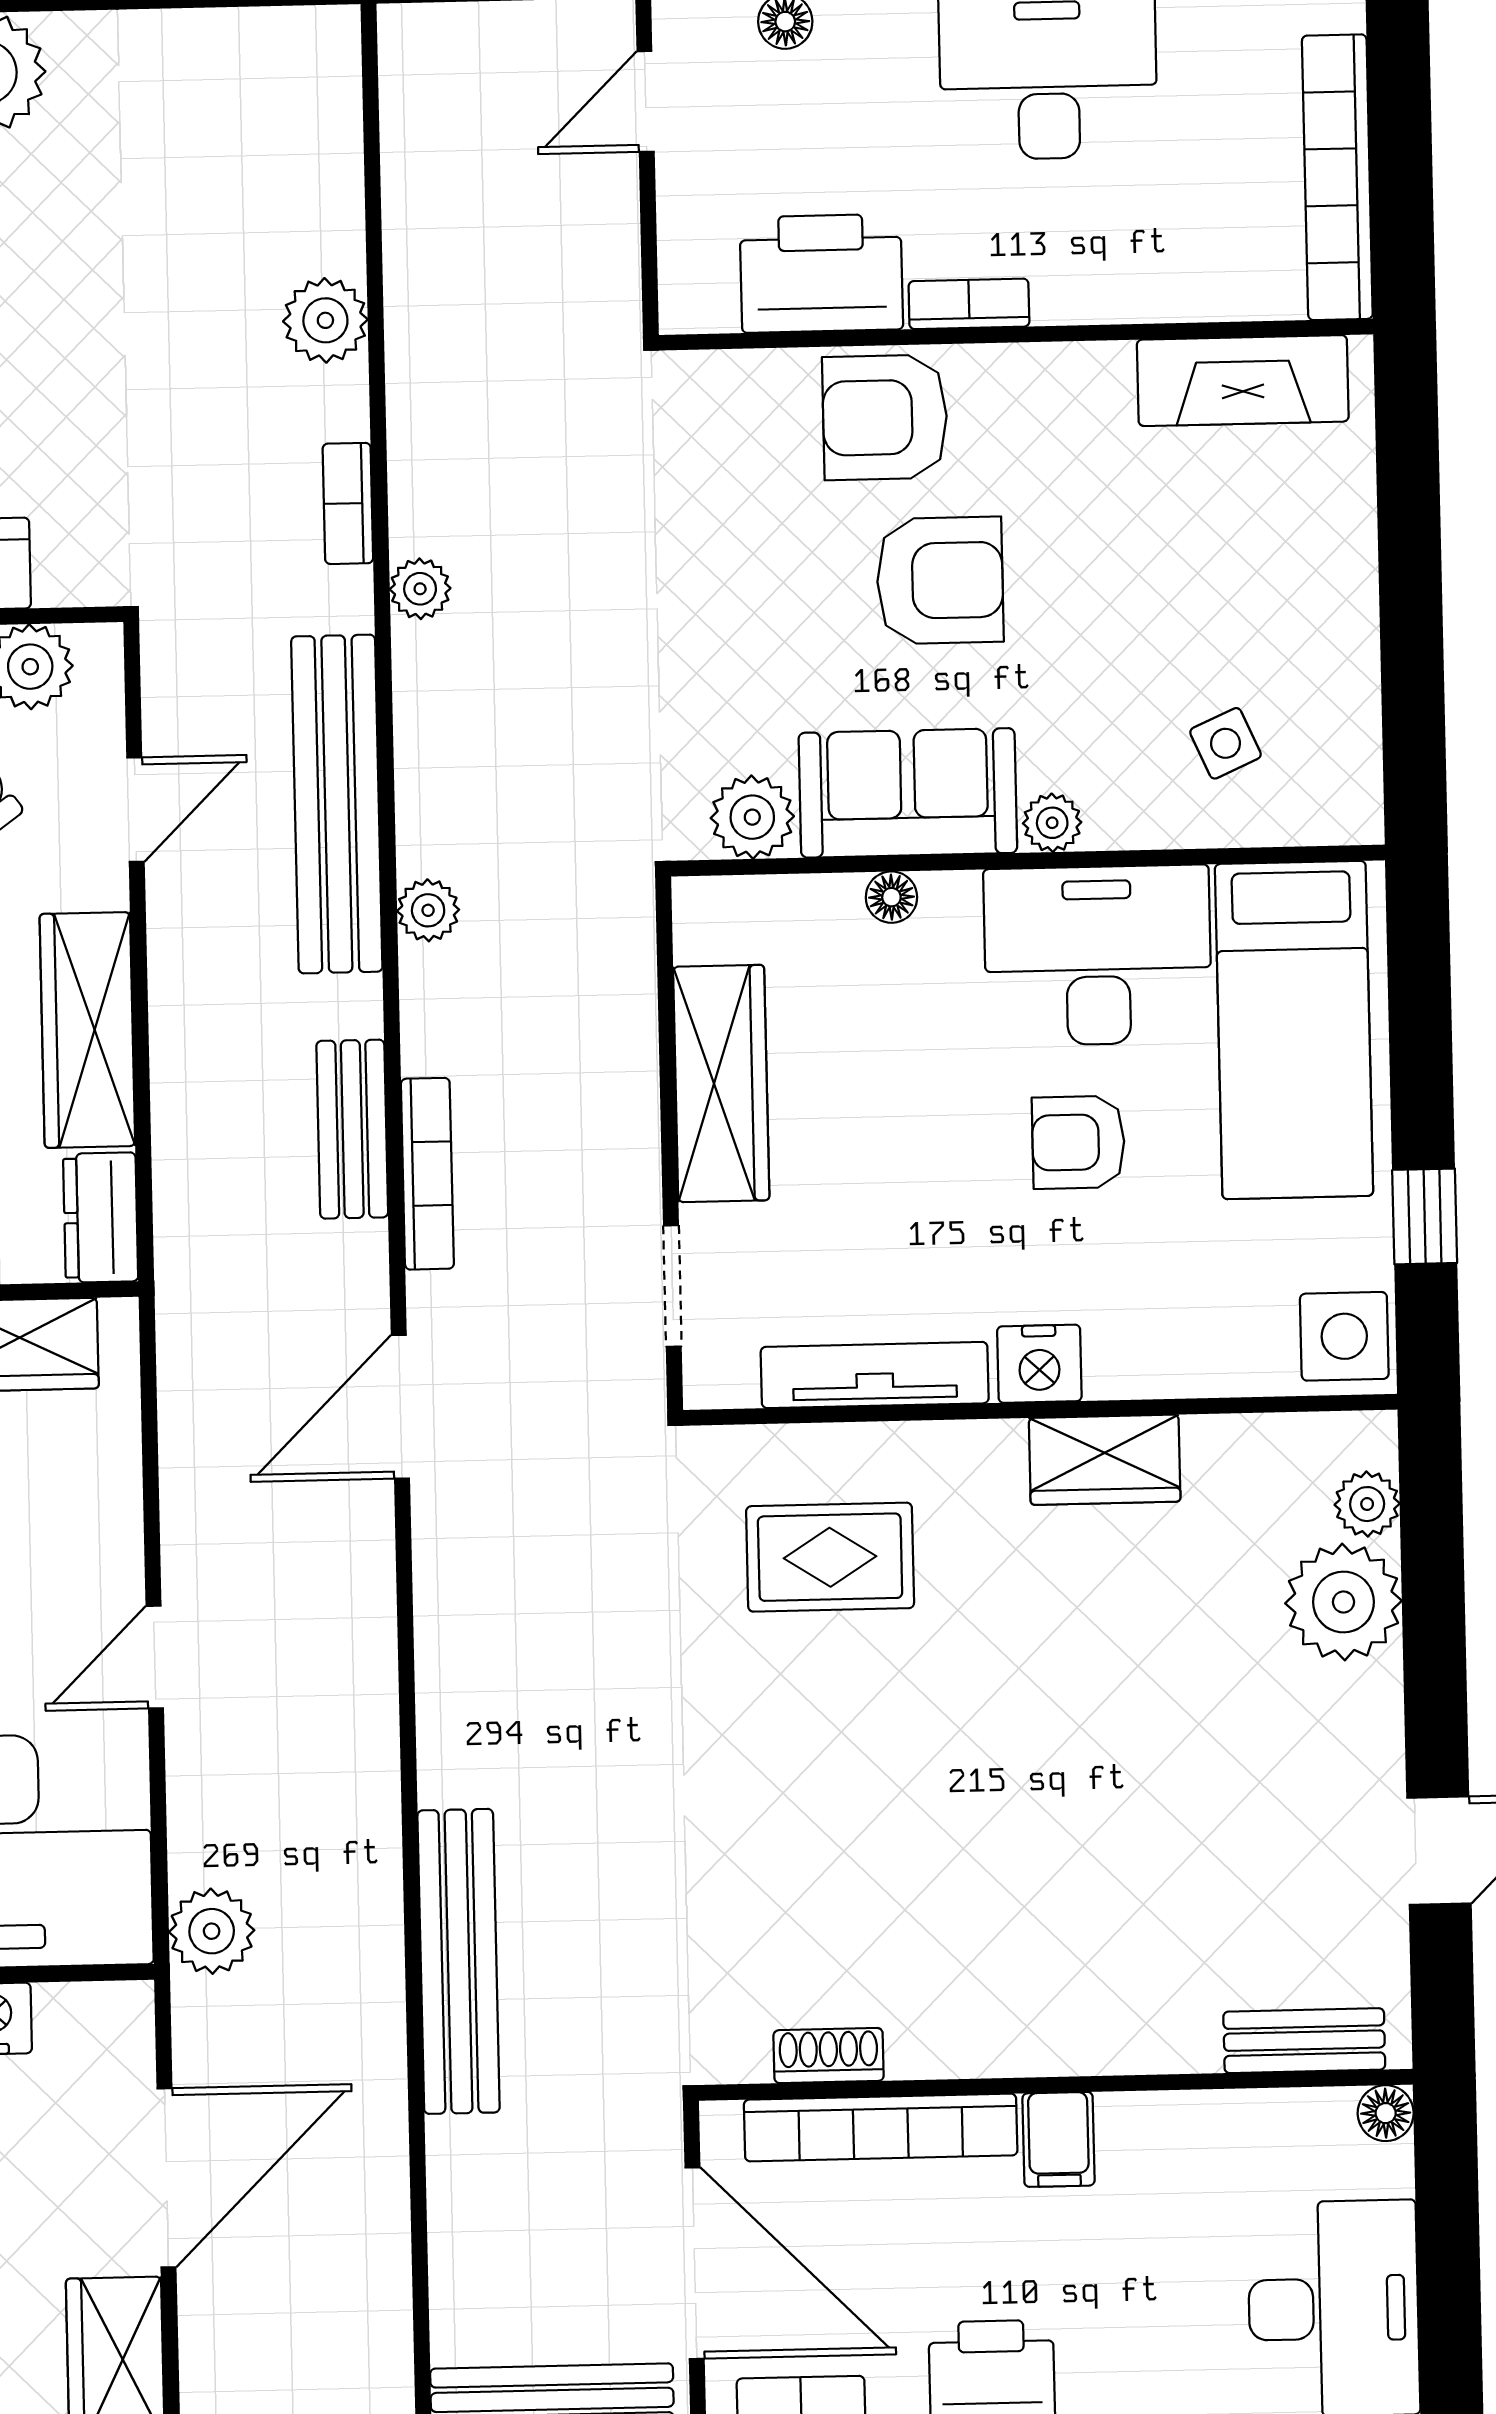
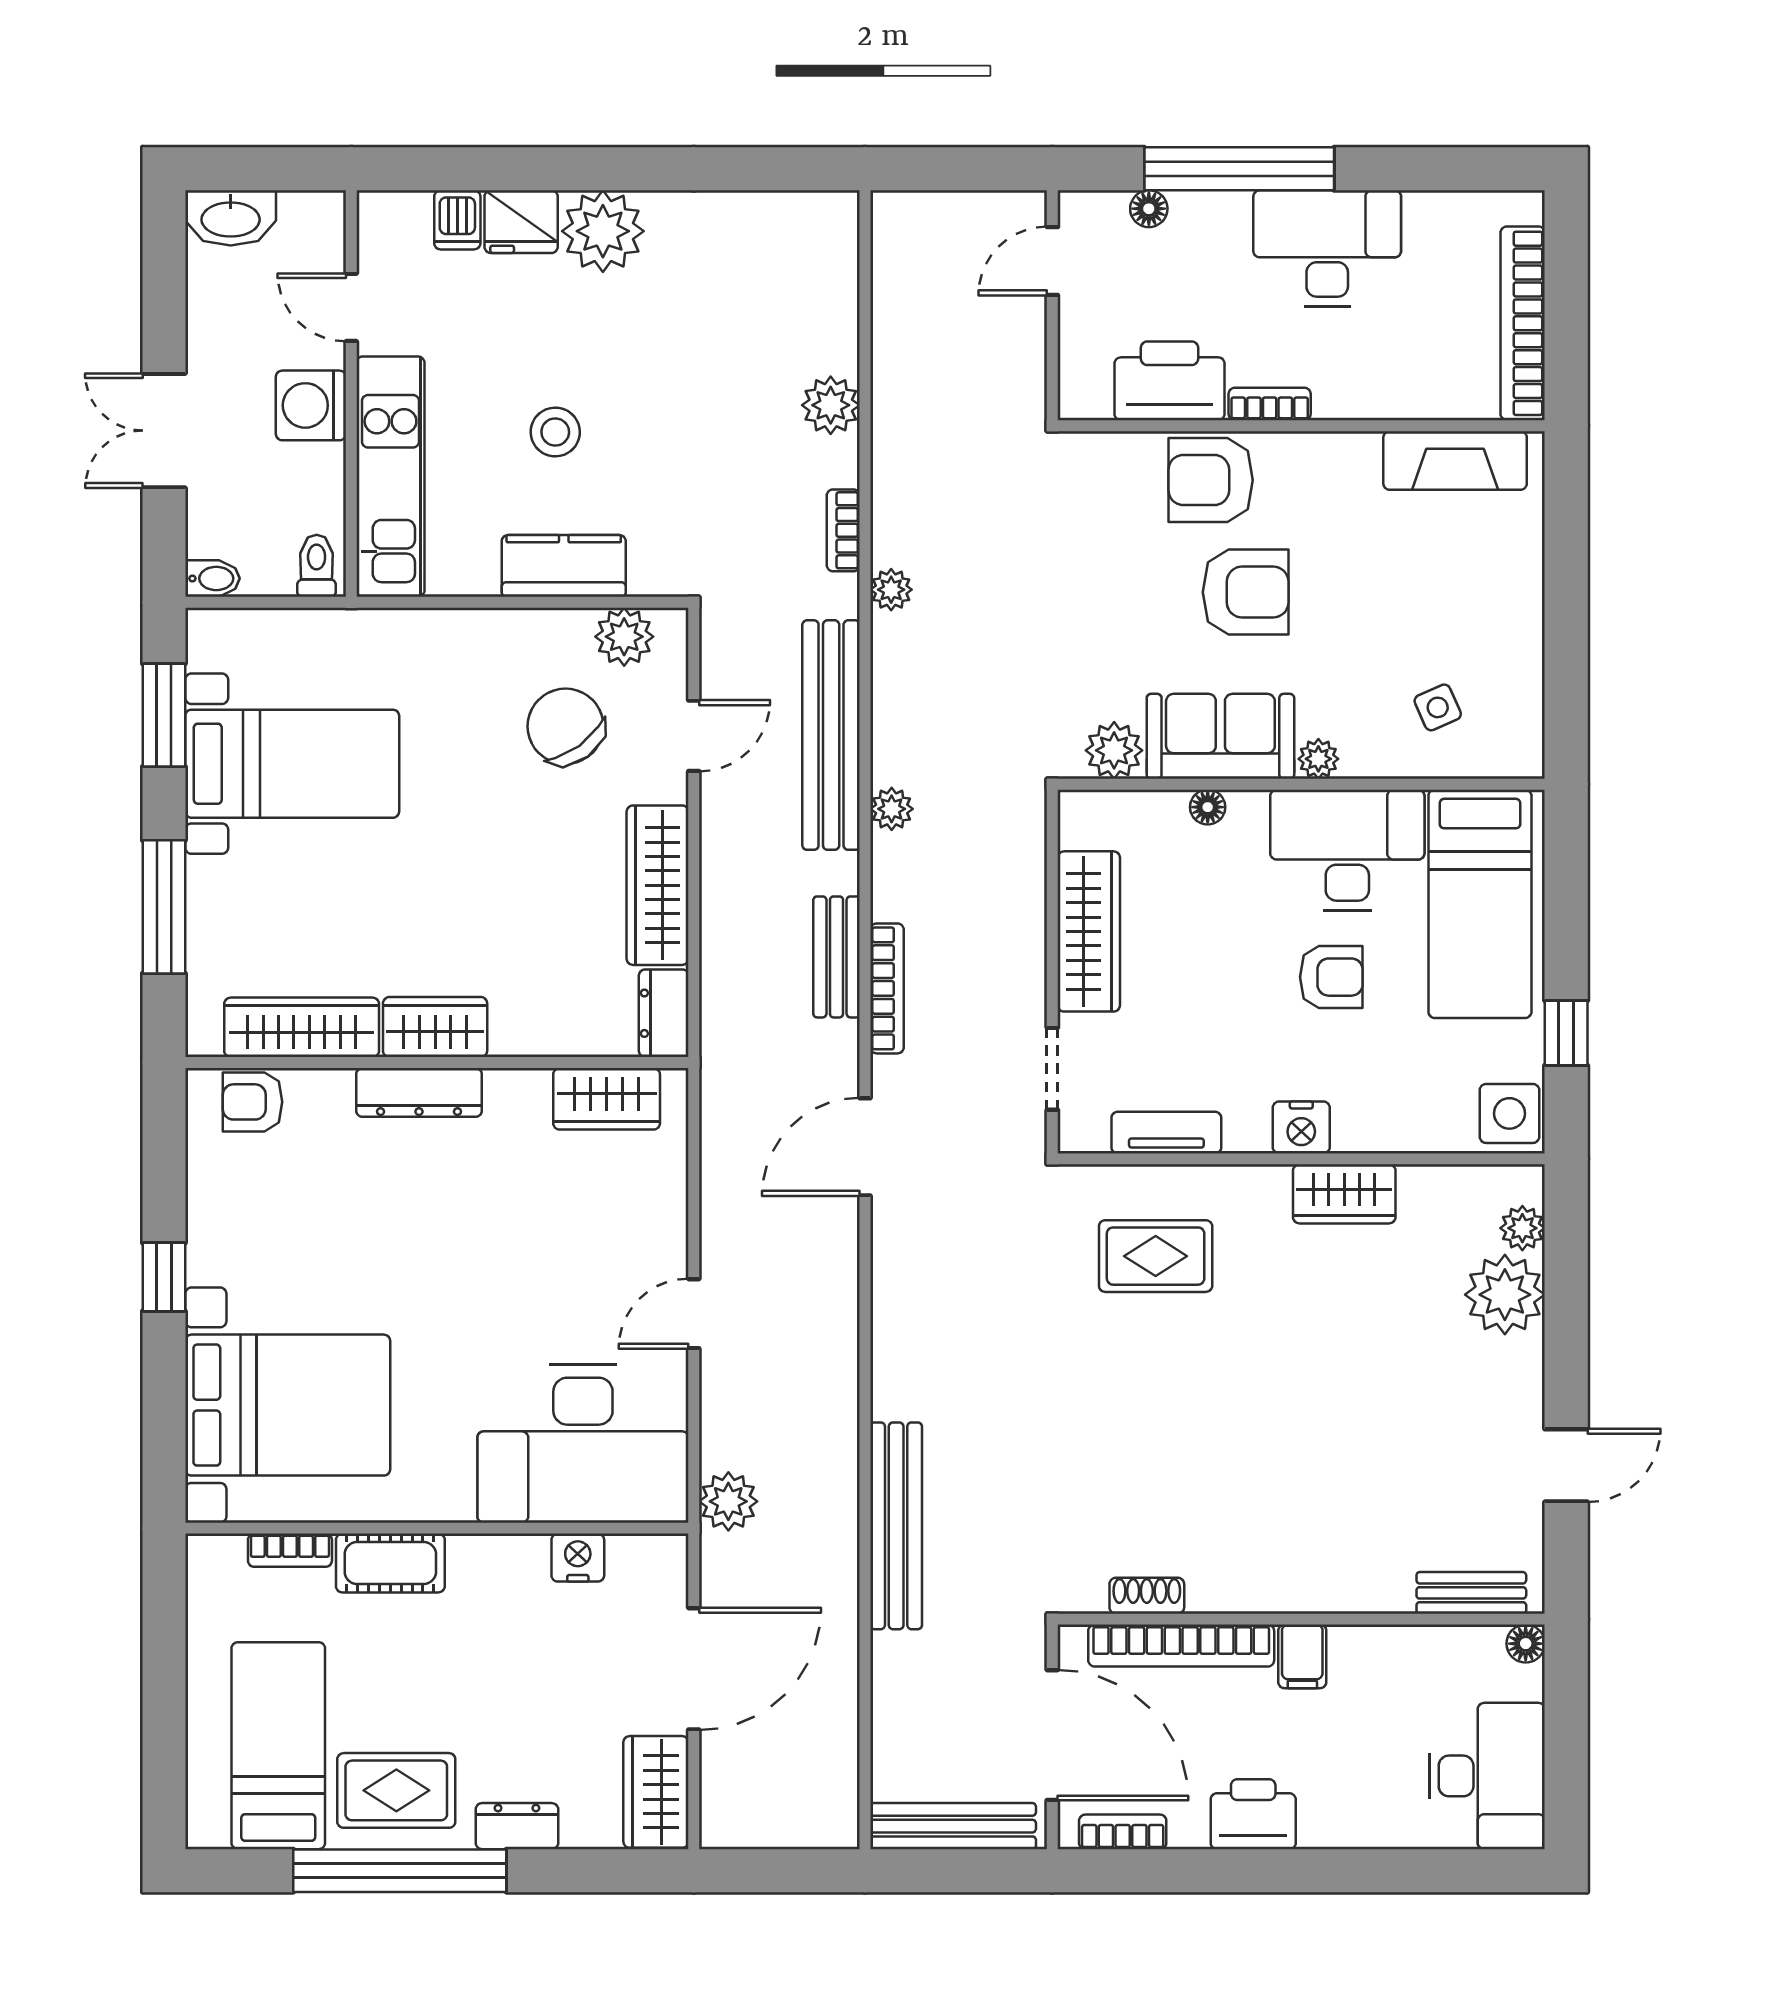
armchair: (1078, 1142) -> (1331, 977), turned 180
tv unit: (875, 1375) -> (1166, 1133), width x0.71

